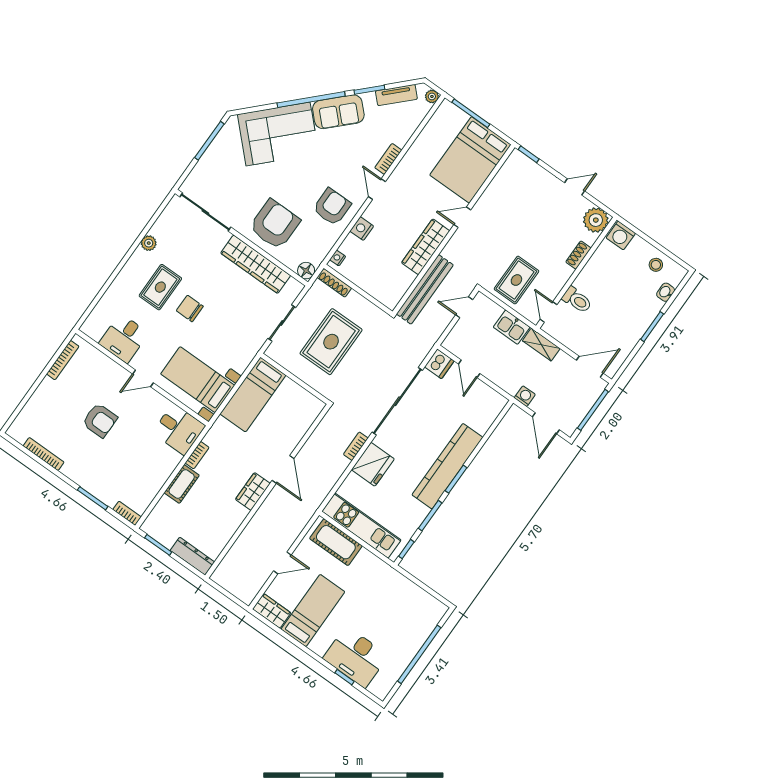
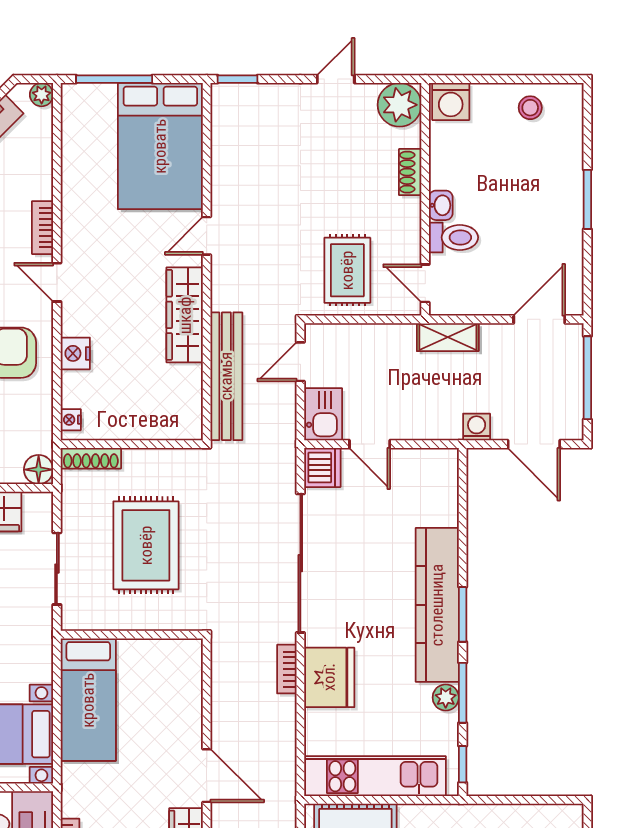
washbasin: (666, 292) -> (441, 205), moved, turned 180
kitchen sink: (512, 327) -> (323, 414), moved, turned -90
plant: (421, 512) -> (446, 698), added

